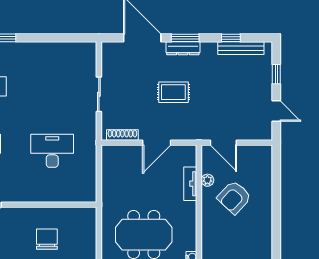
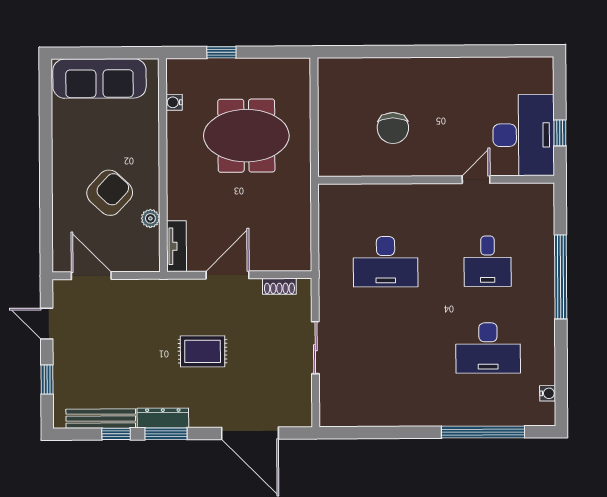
window: (185, 38) -> (166, 434), moved
dresser: (183, 48) -> (163, 418), moved
shoe rack: (122, 135) -> (279, 286), width x0.70
door: (223, 143) -> (91, 276), moved
tv unit: (190, 184) -> (177, 246), moved

